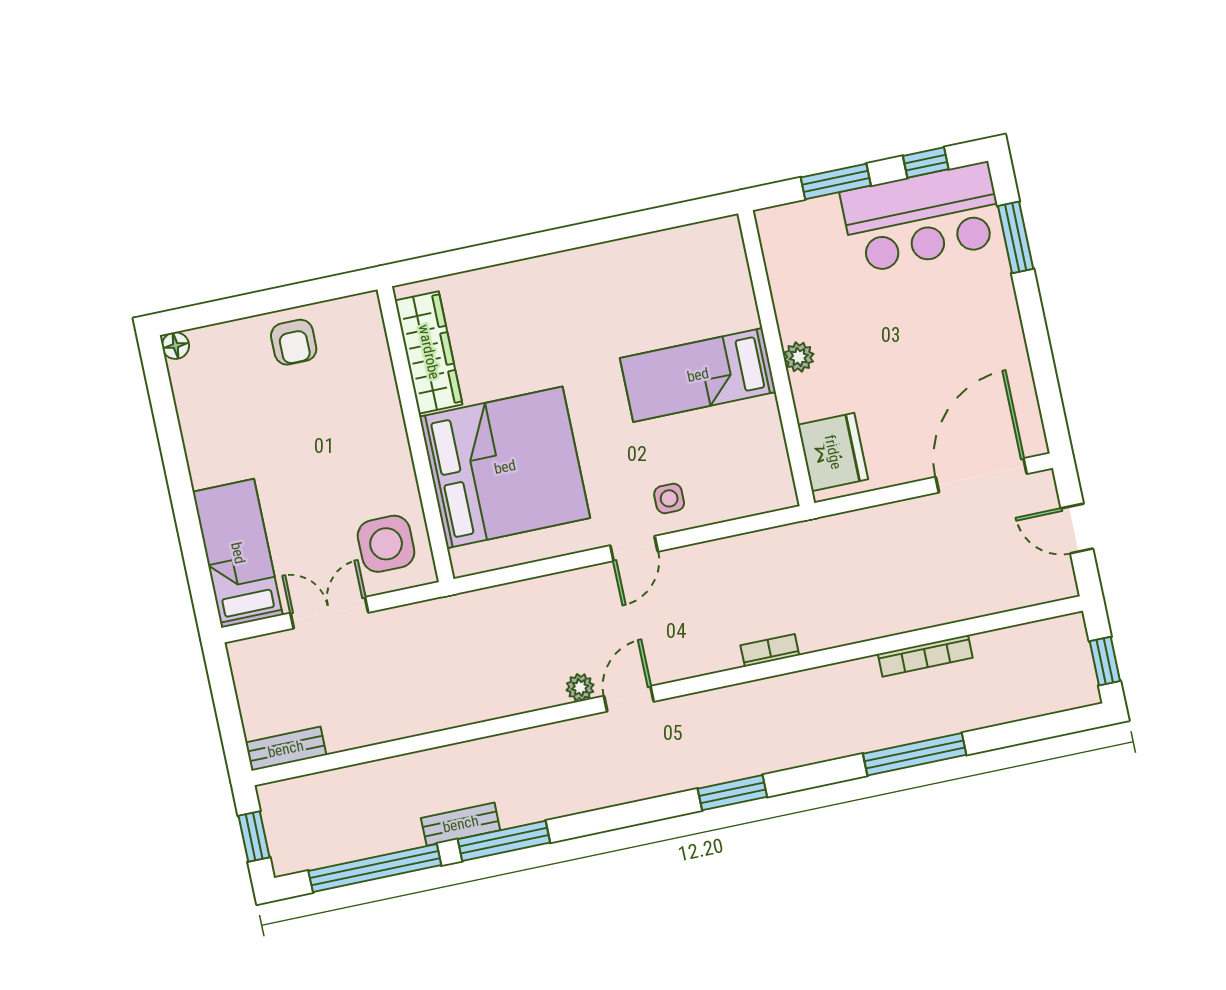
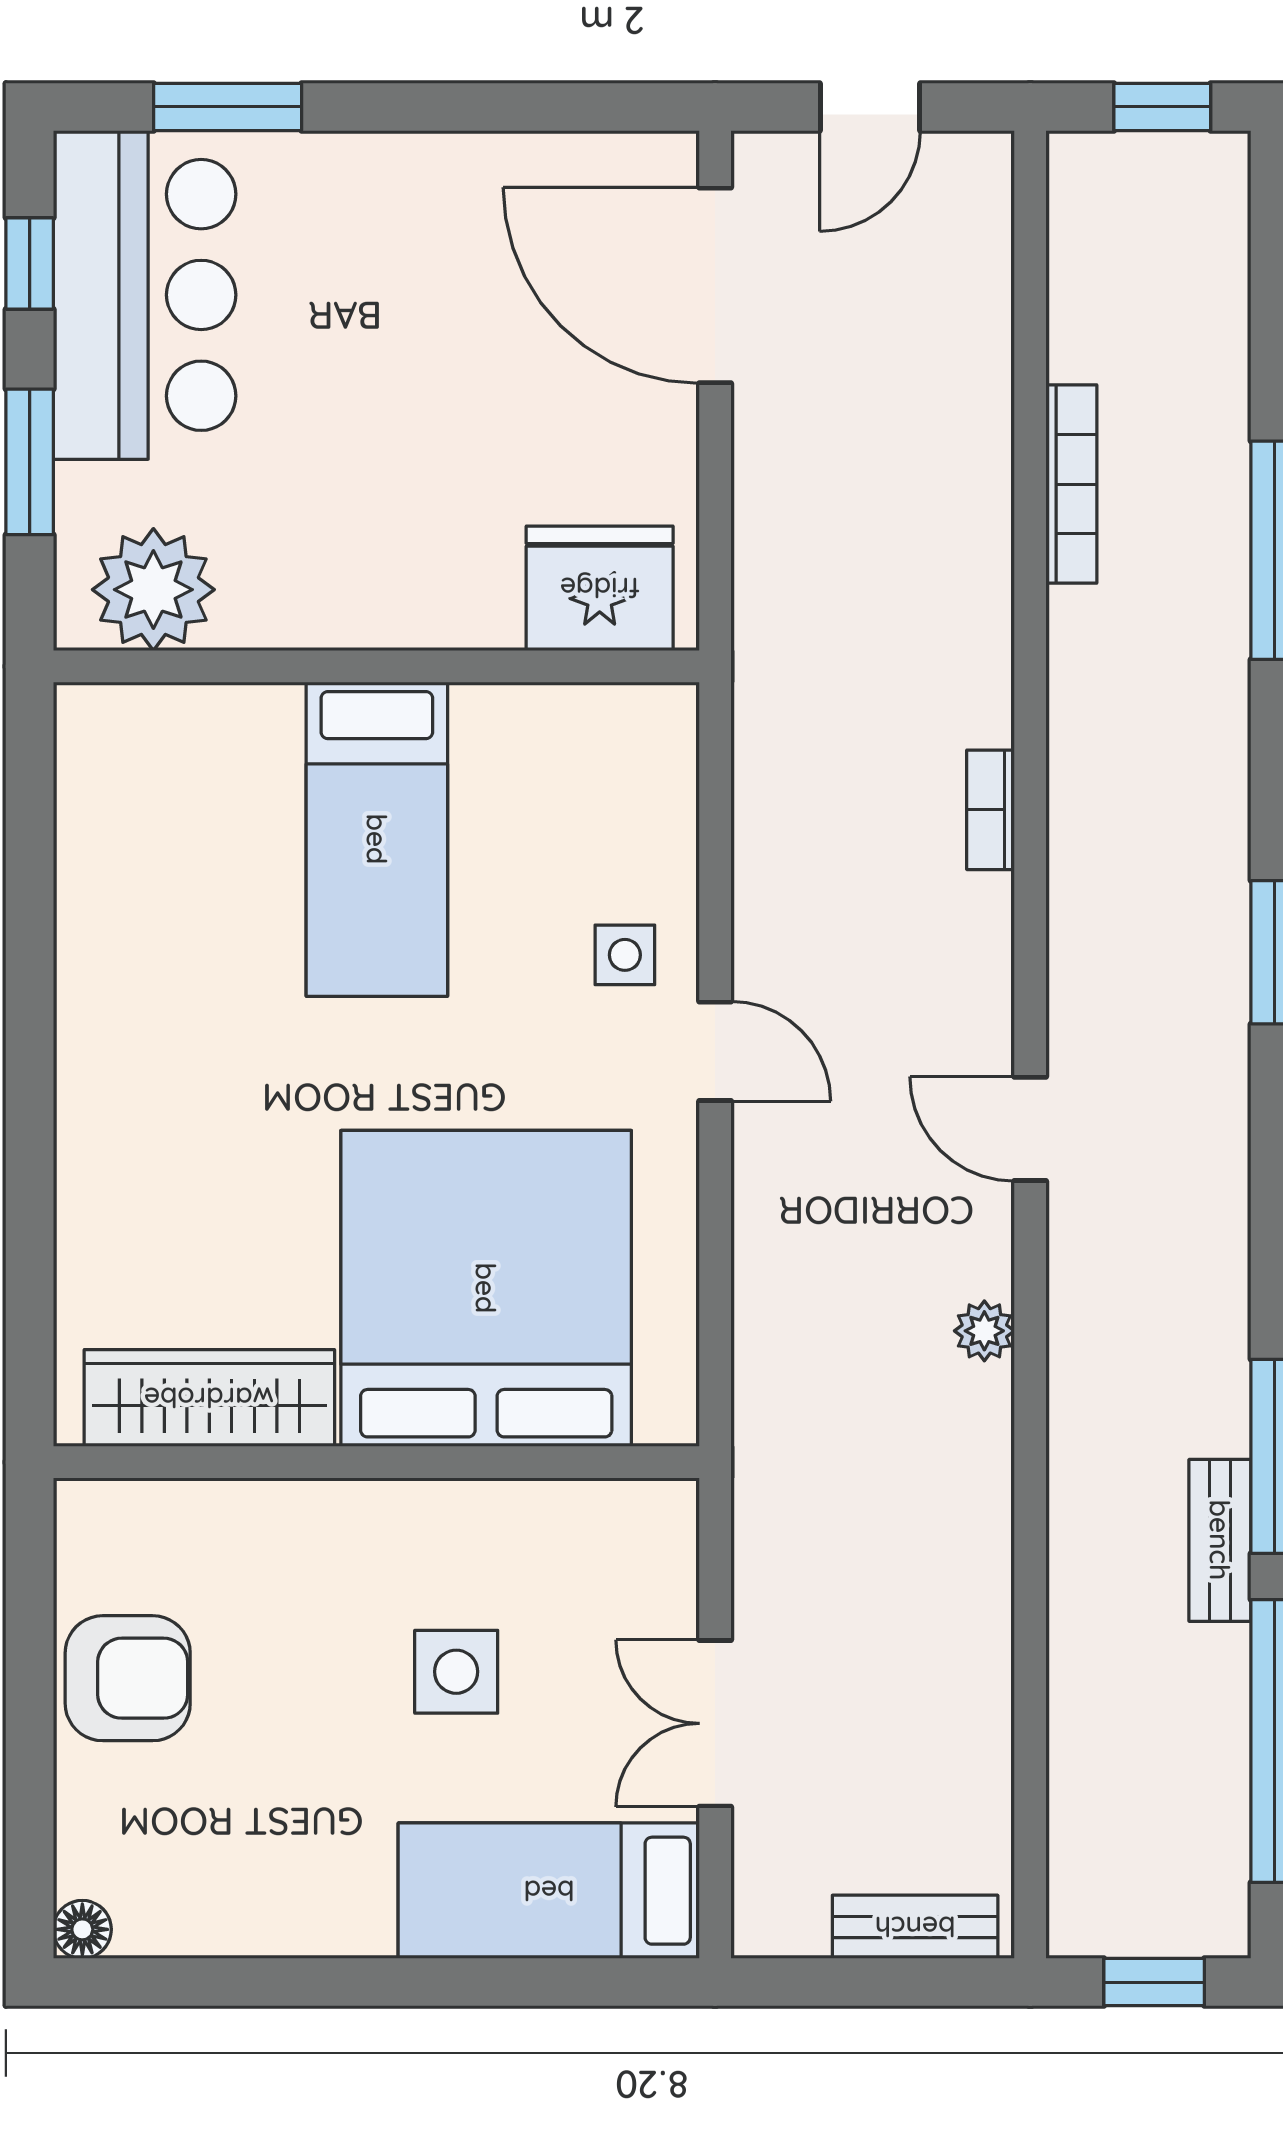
armchair: (294, 342) -> (128, 1678), width x1.38, depth x1.38
plant: (799, 357) -> (153, 590), moved, width x1.88, depth x1.88
side table: (386, 544) -> (456, 1672), moved, width x0.73, depth x0.73
plant: (580, 687) -> (984, 1331), moved
bench: (286, 749) -> (915, 1927), moved, turned 90

